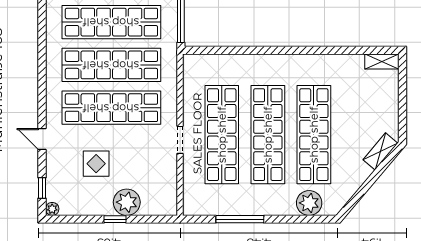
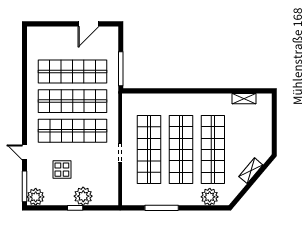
shelving: (382, 61) -> (244, 99), moved
shelving: (380, 151) -> (251, 171), moved
window: (42, 188) -> (24, 186), width x2.17
plant: (52, 209) -> (36, 197), width x1.88, depth x1.88

